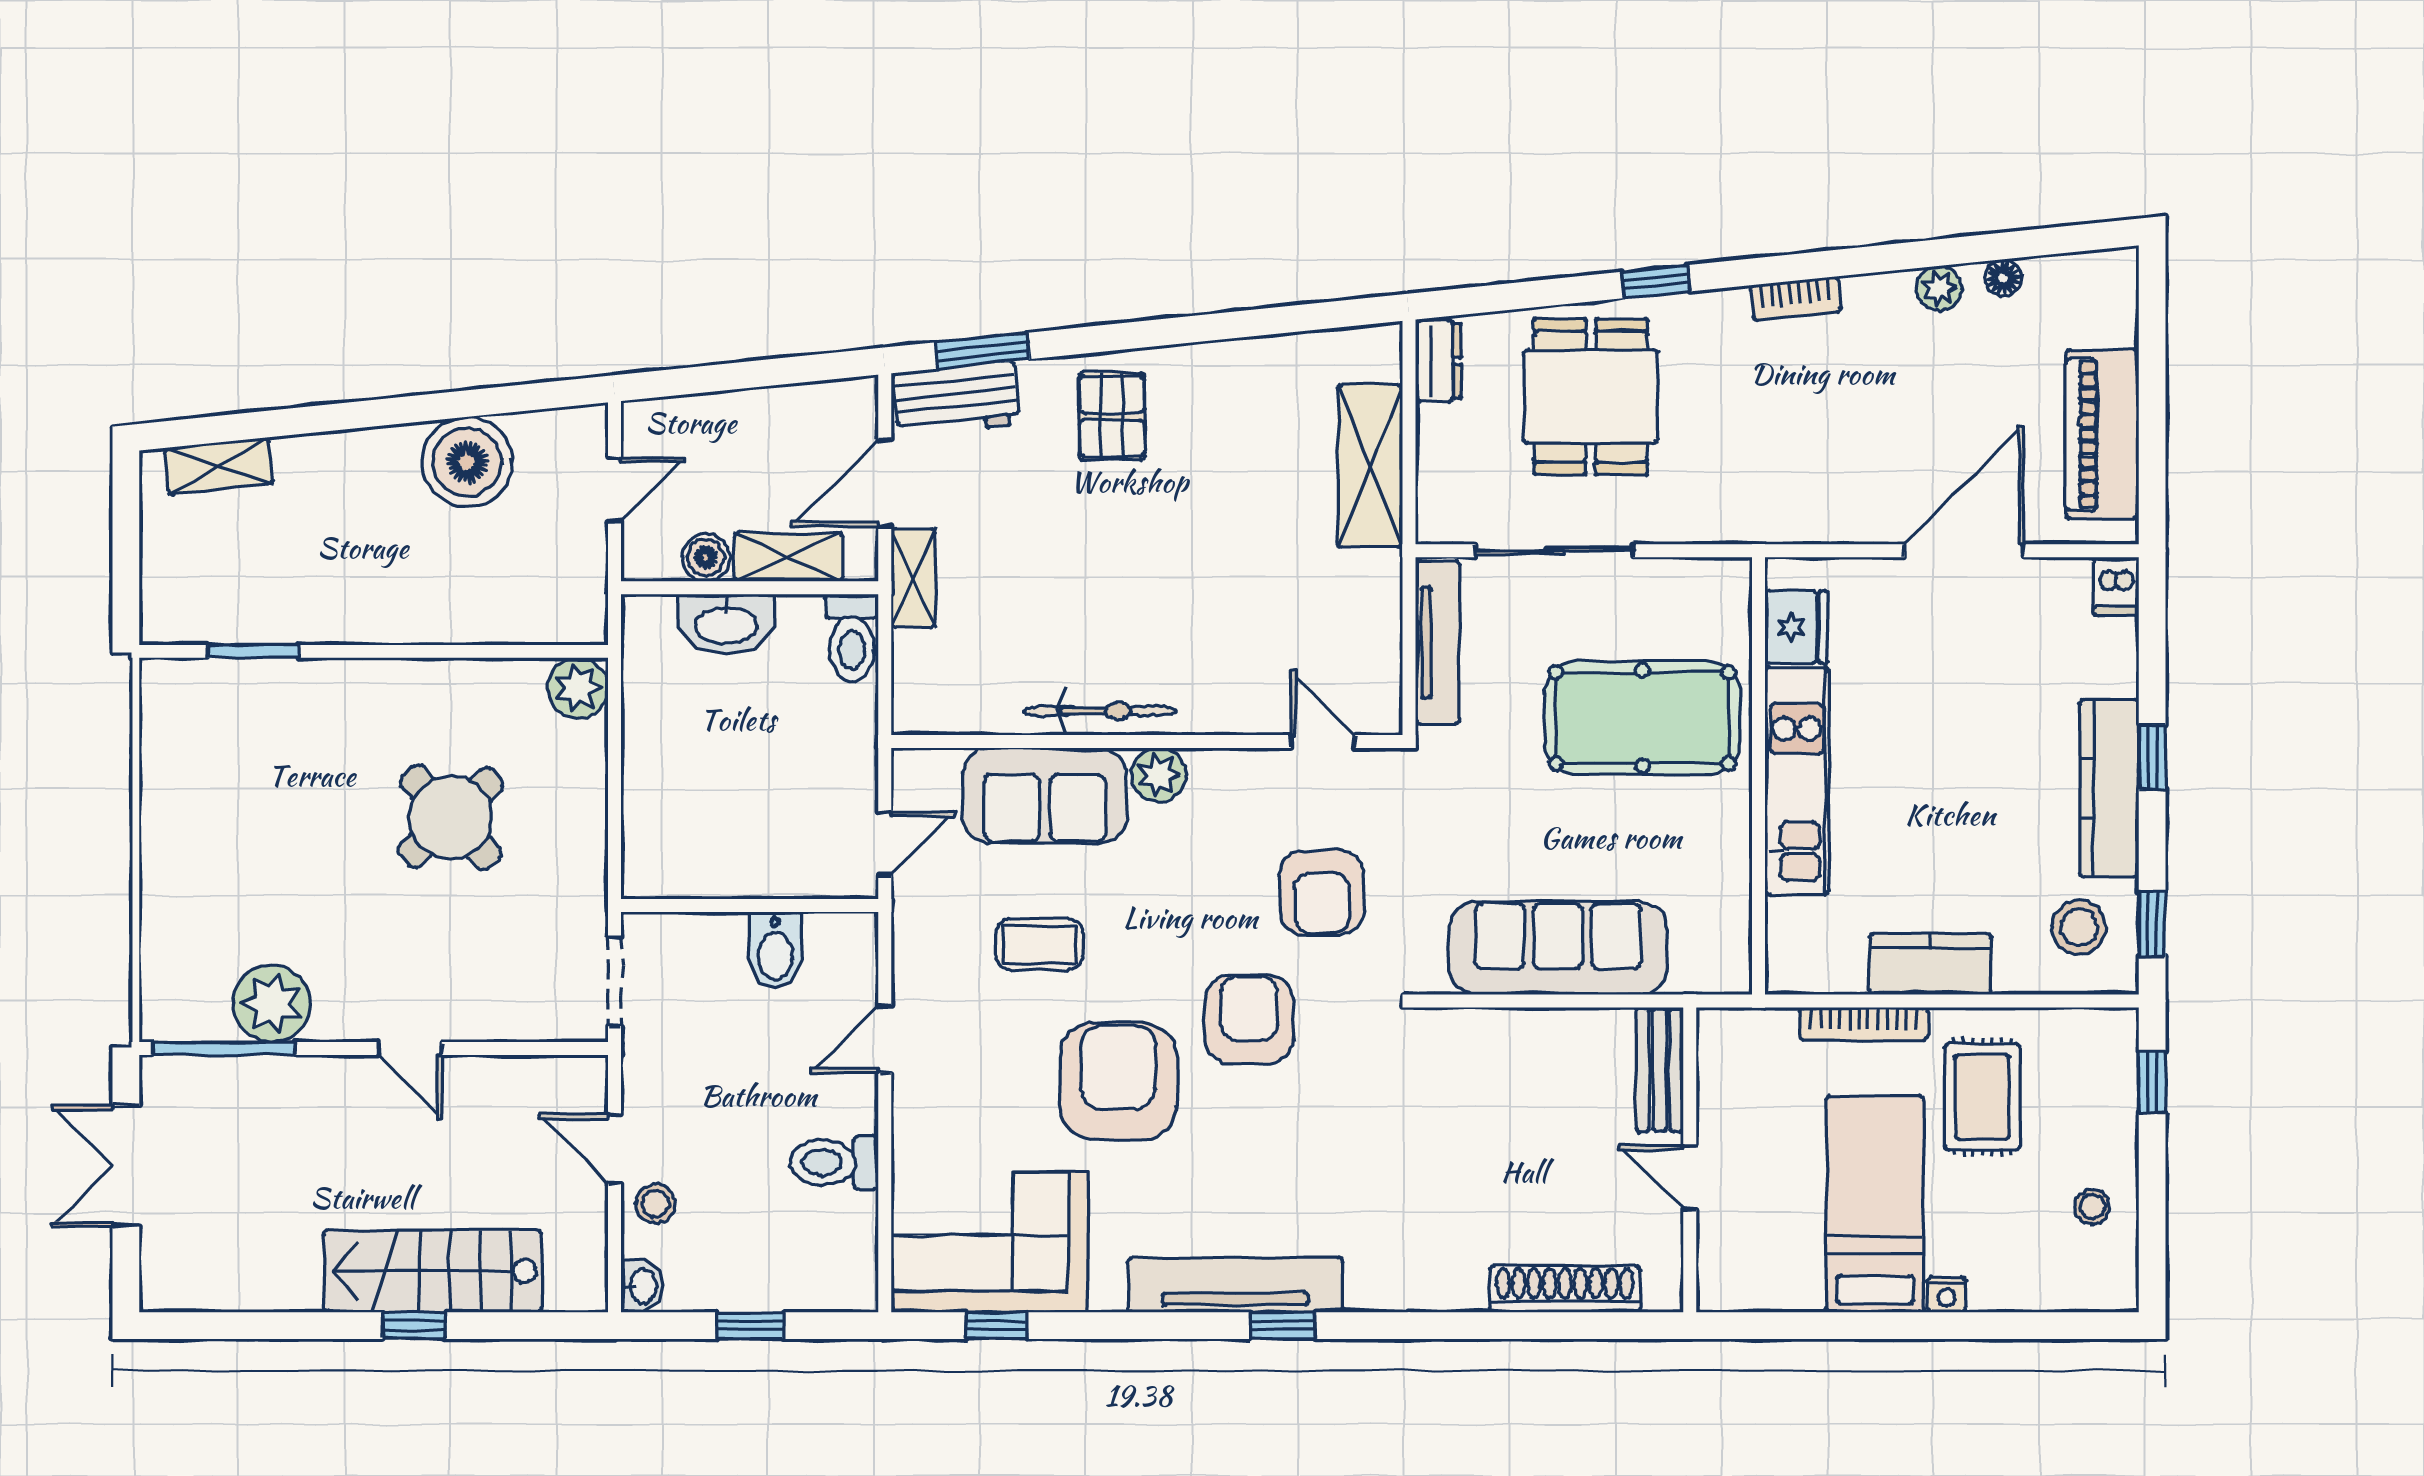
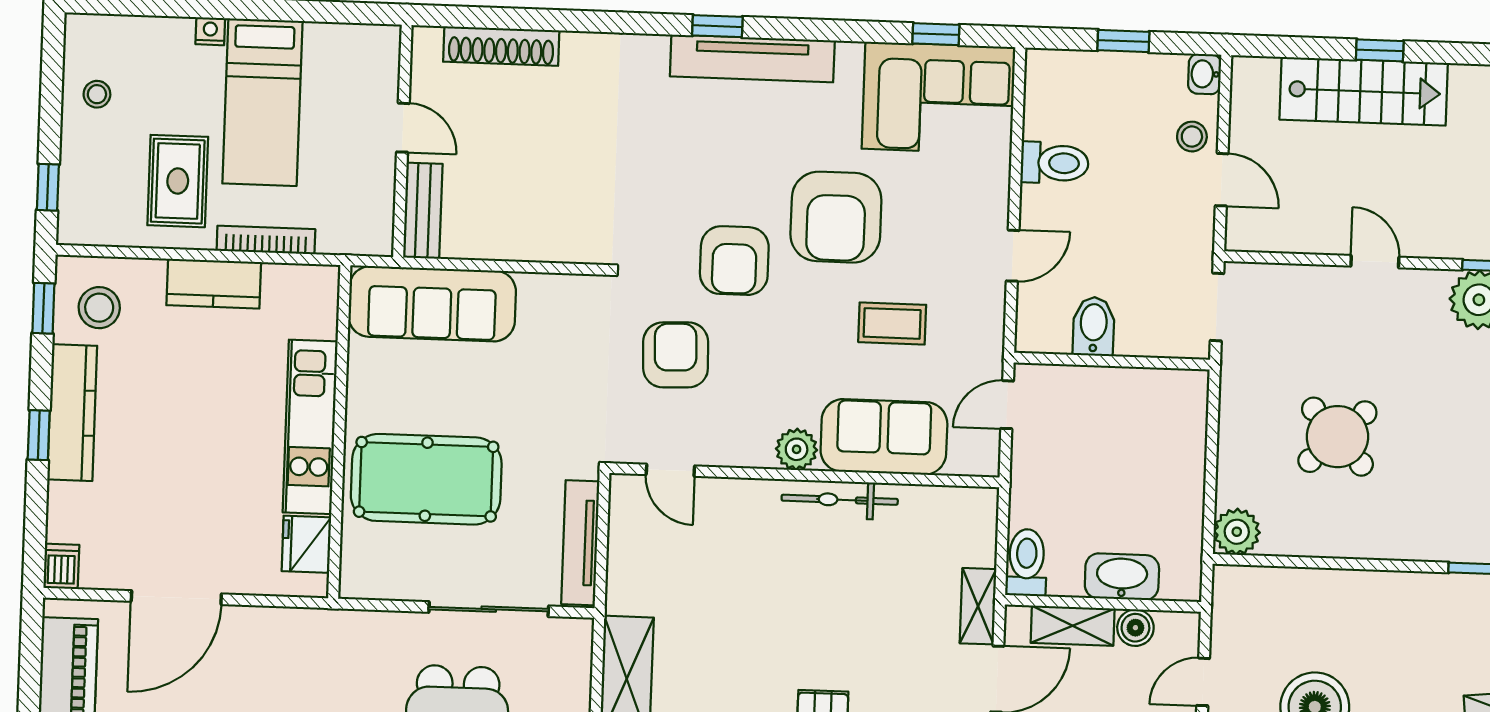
sofa: (1558, 948) -> (432, 304), moved

